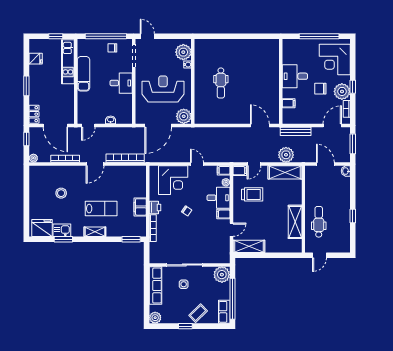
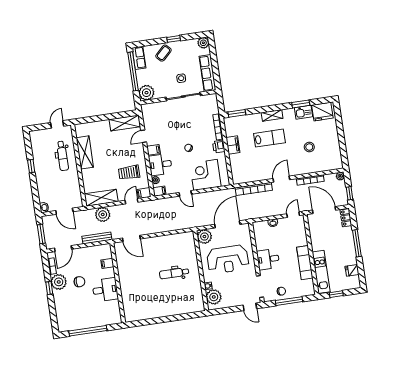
window: (106, 36) -> (289, 301), width x0.68
corner desk: (335, 59) -> (70, 311), removed
dental chair: (221, 83) -> (174, 273), turned -90
window: (26, 86) -> (357, 243), width x1.44
lab bench: (101, 209) -> (269, 138), turned 180

